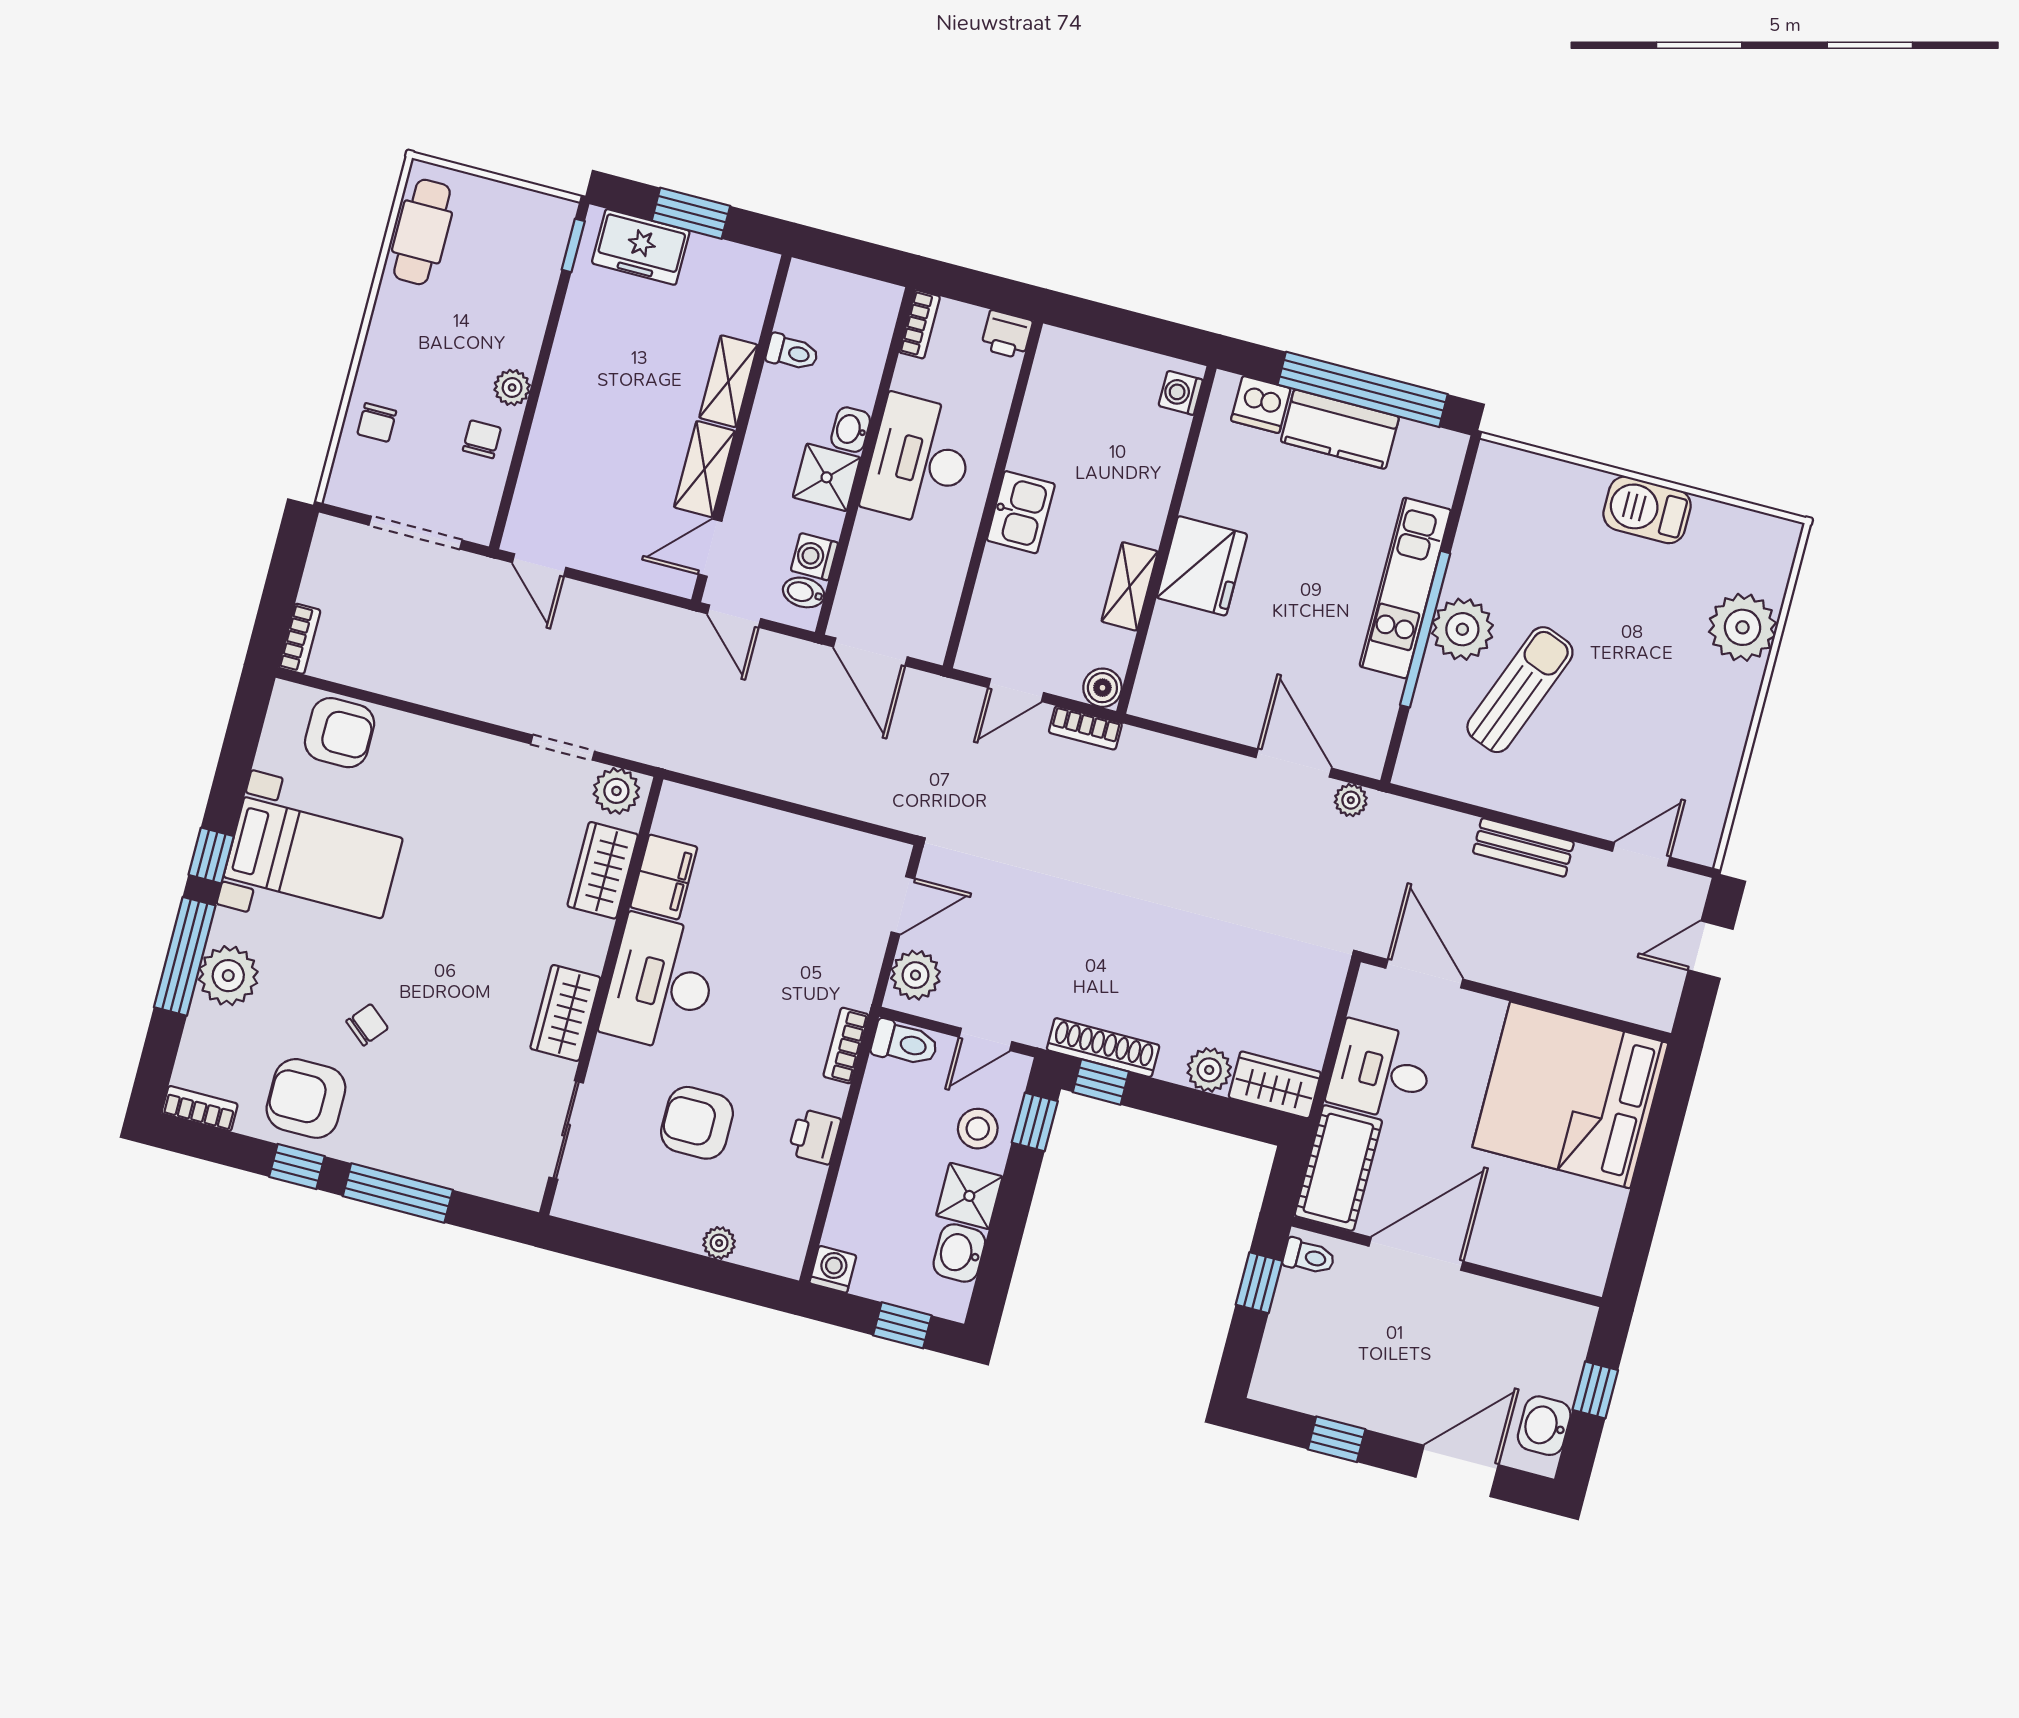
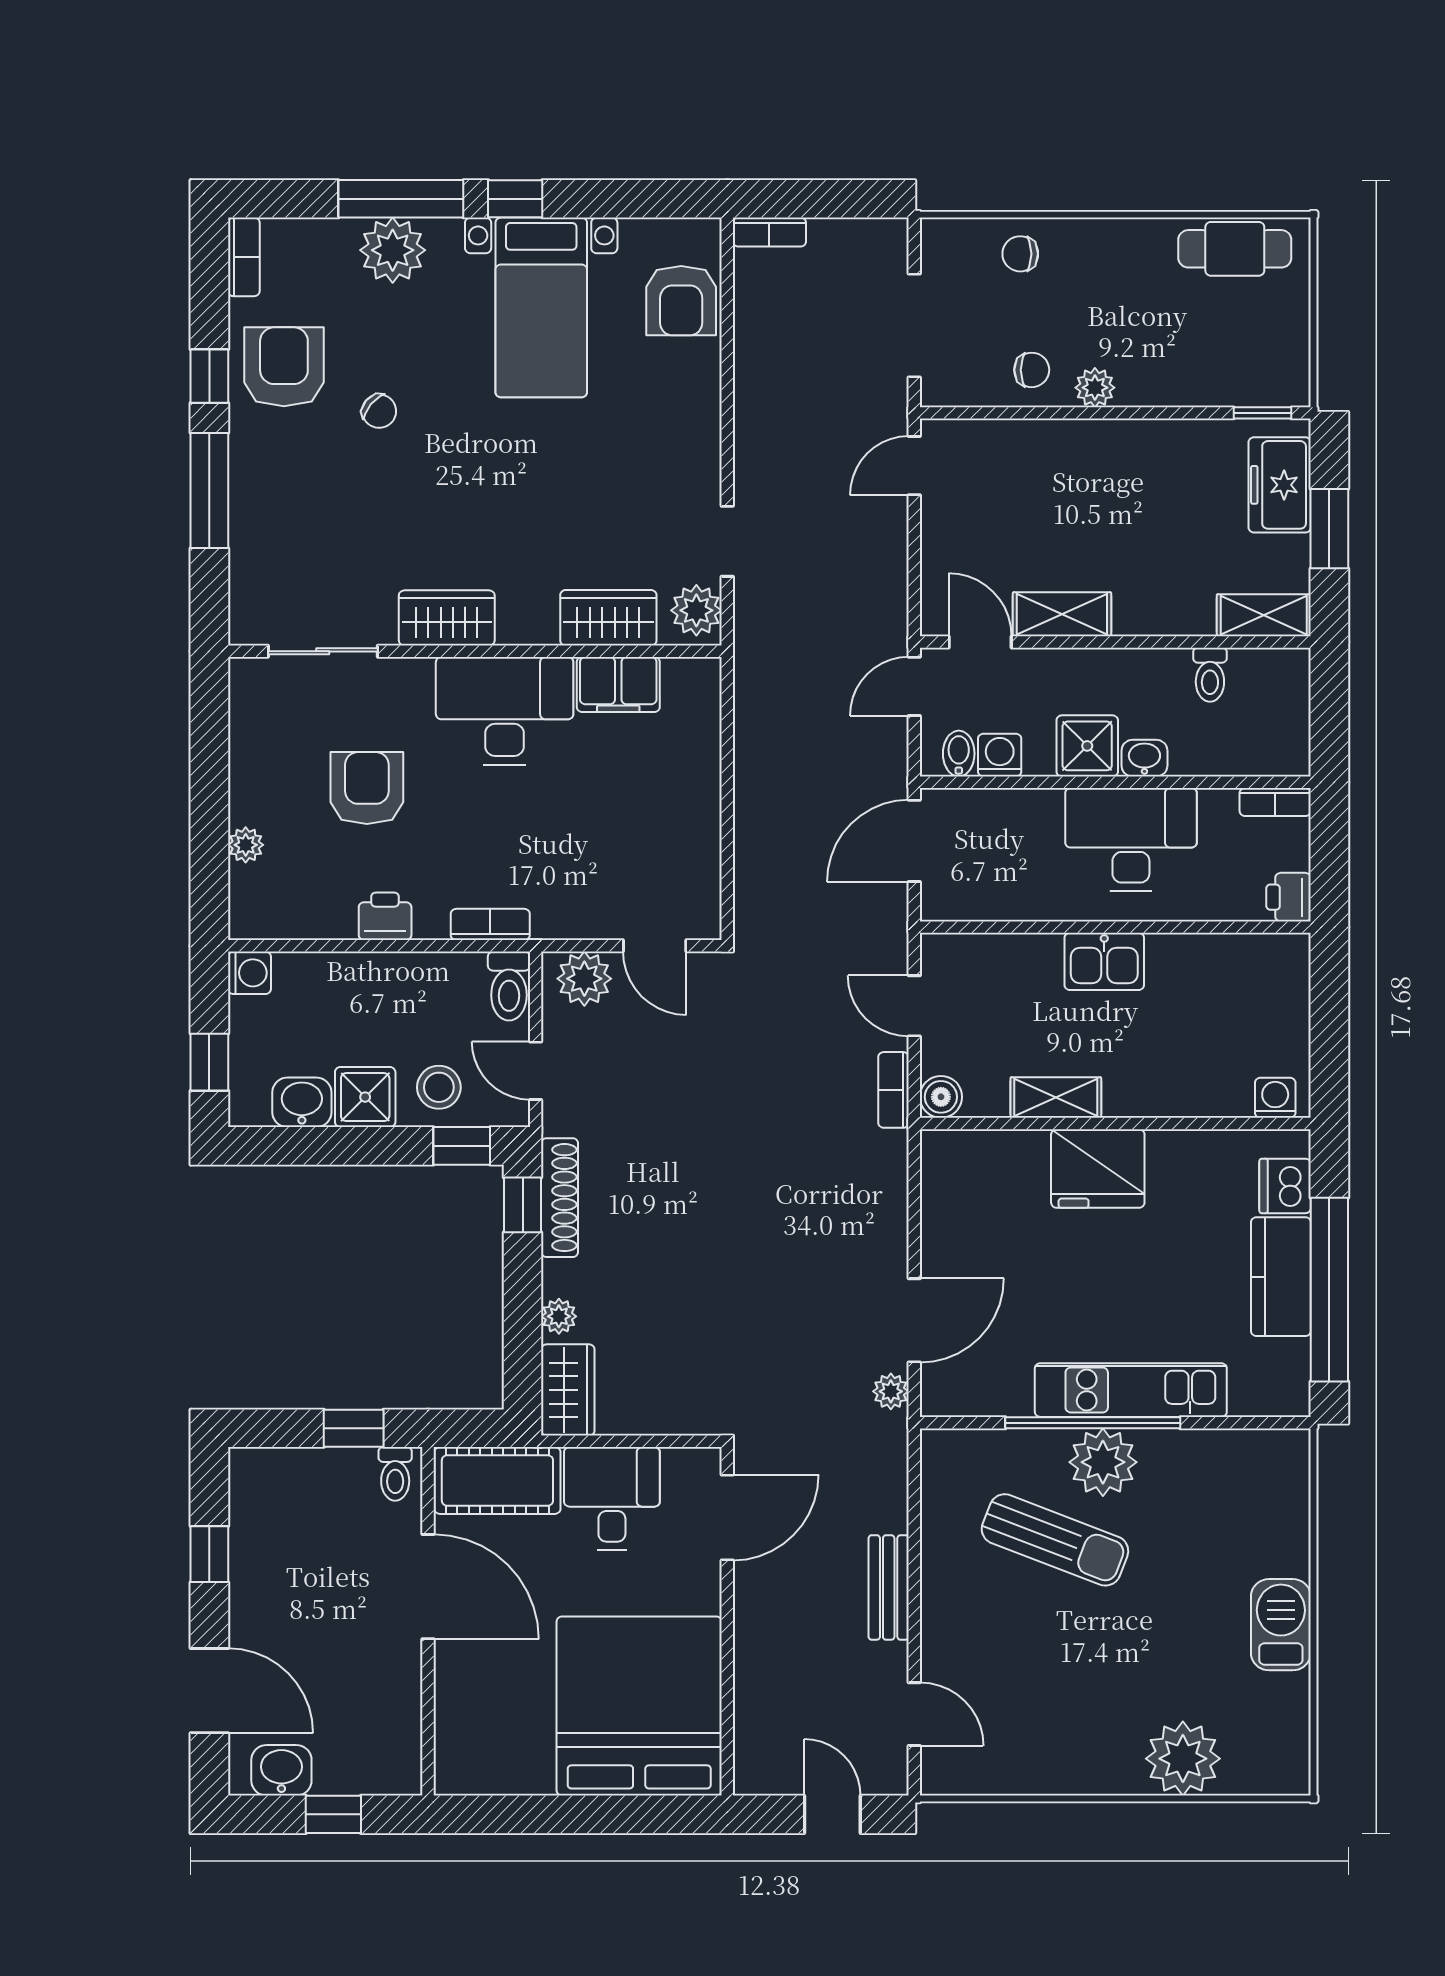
shelving: (728, 381) -> (1264, 615), moved
plant: (1209, 1070) -> (559, 1316), width x0.73, depth x0.73

